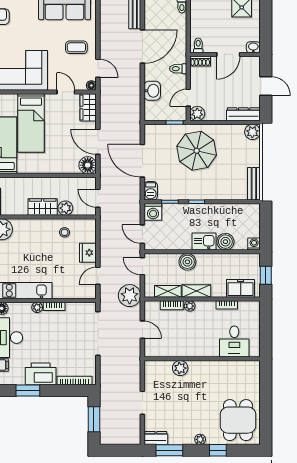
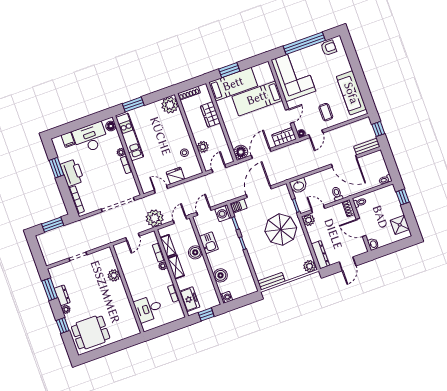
washbasin: (152, 91) -> (299, 186), moved
wardrobe: (43, 207) -> (210, 115), moved, turned 180
kitchen sink: (204, 242) -> (209, 243), moved
dresser: (156, 438) -> (62, 295), moved

